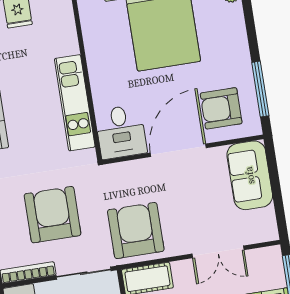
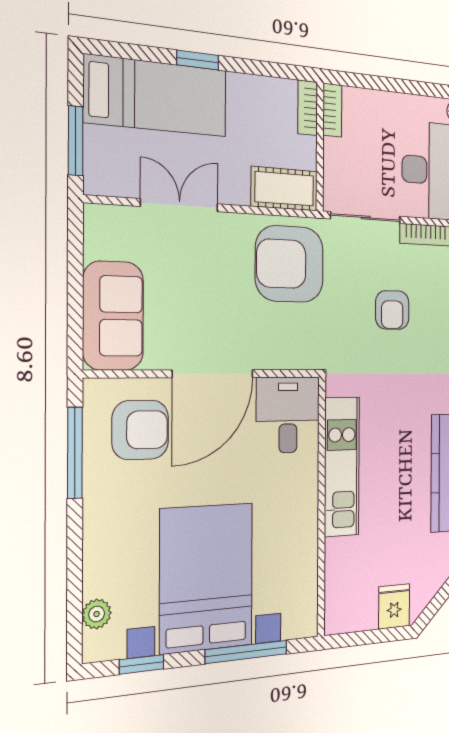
armchair: (53, 215) -> (392, 310), width x0.53, depth x0.53
armchair: (136, 231) -> (289, 264), turned 90

